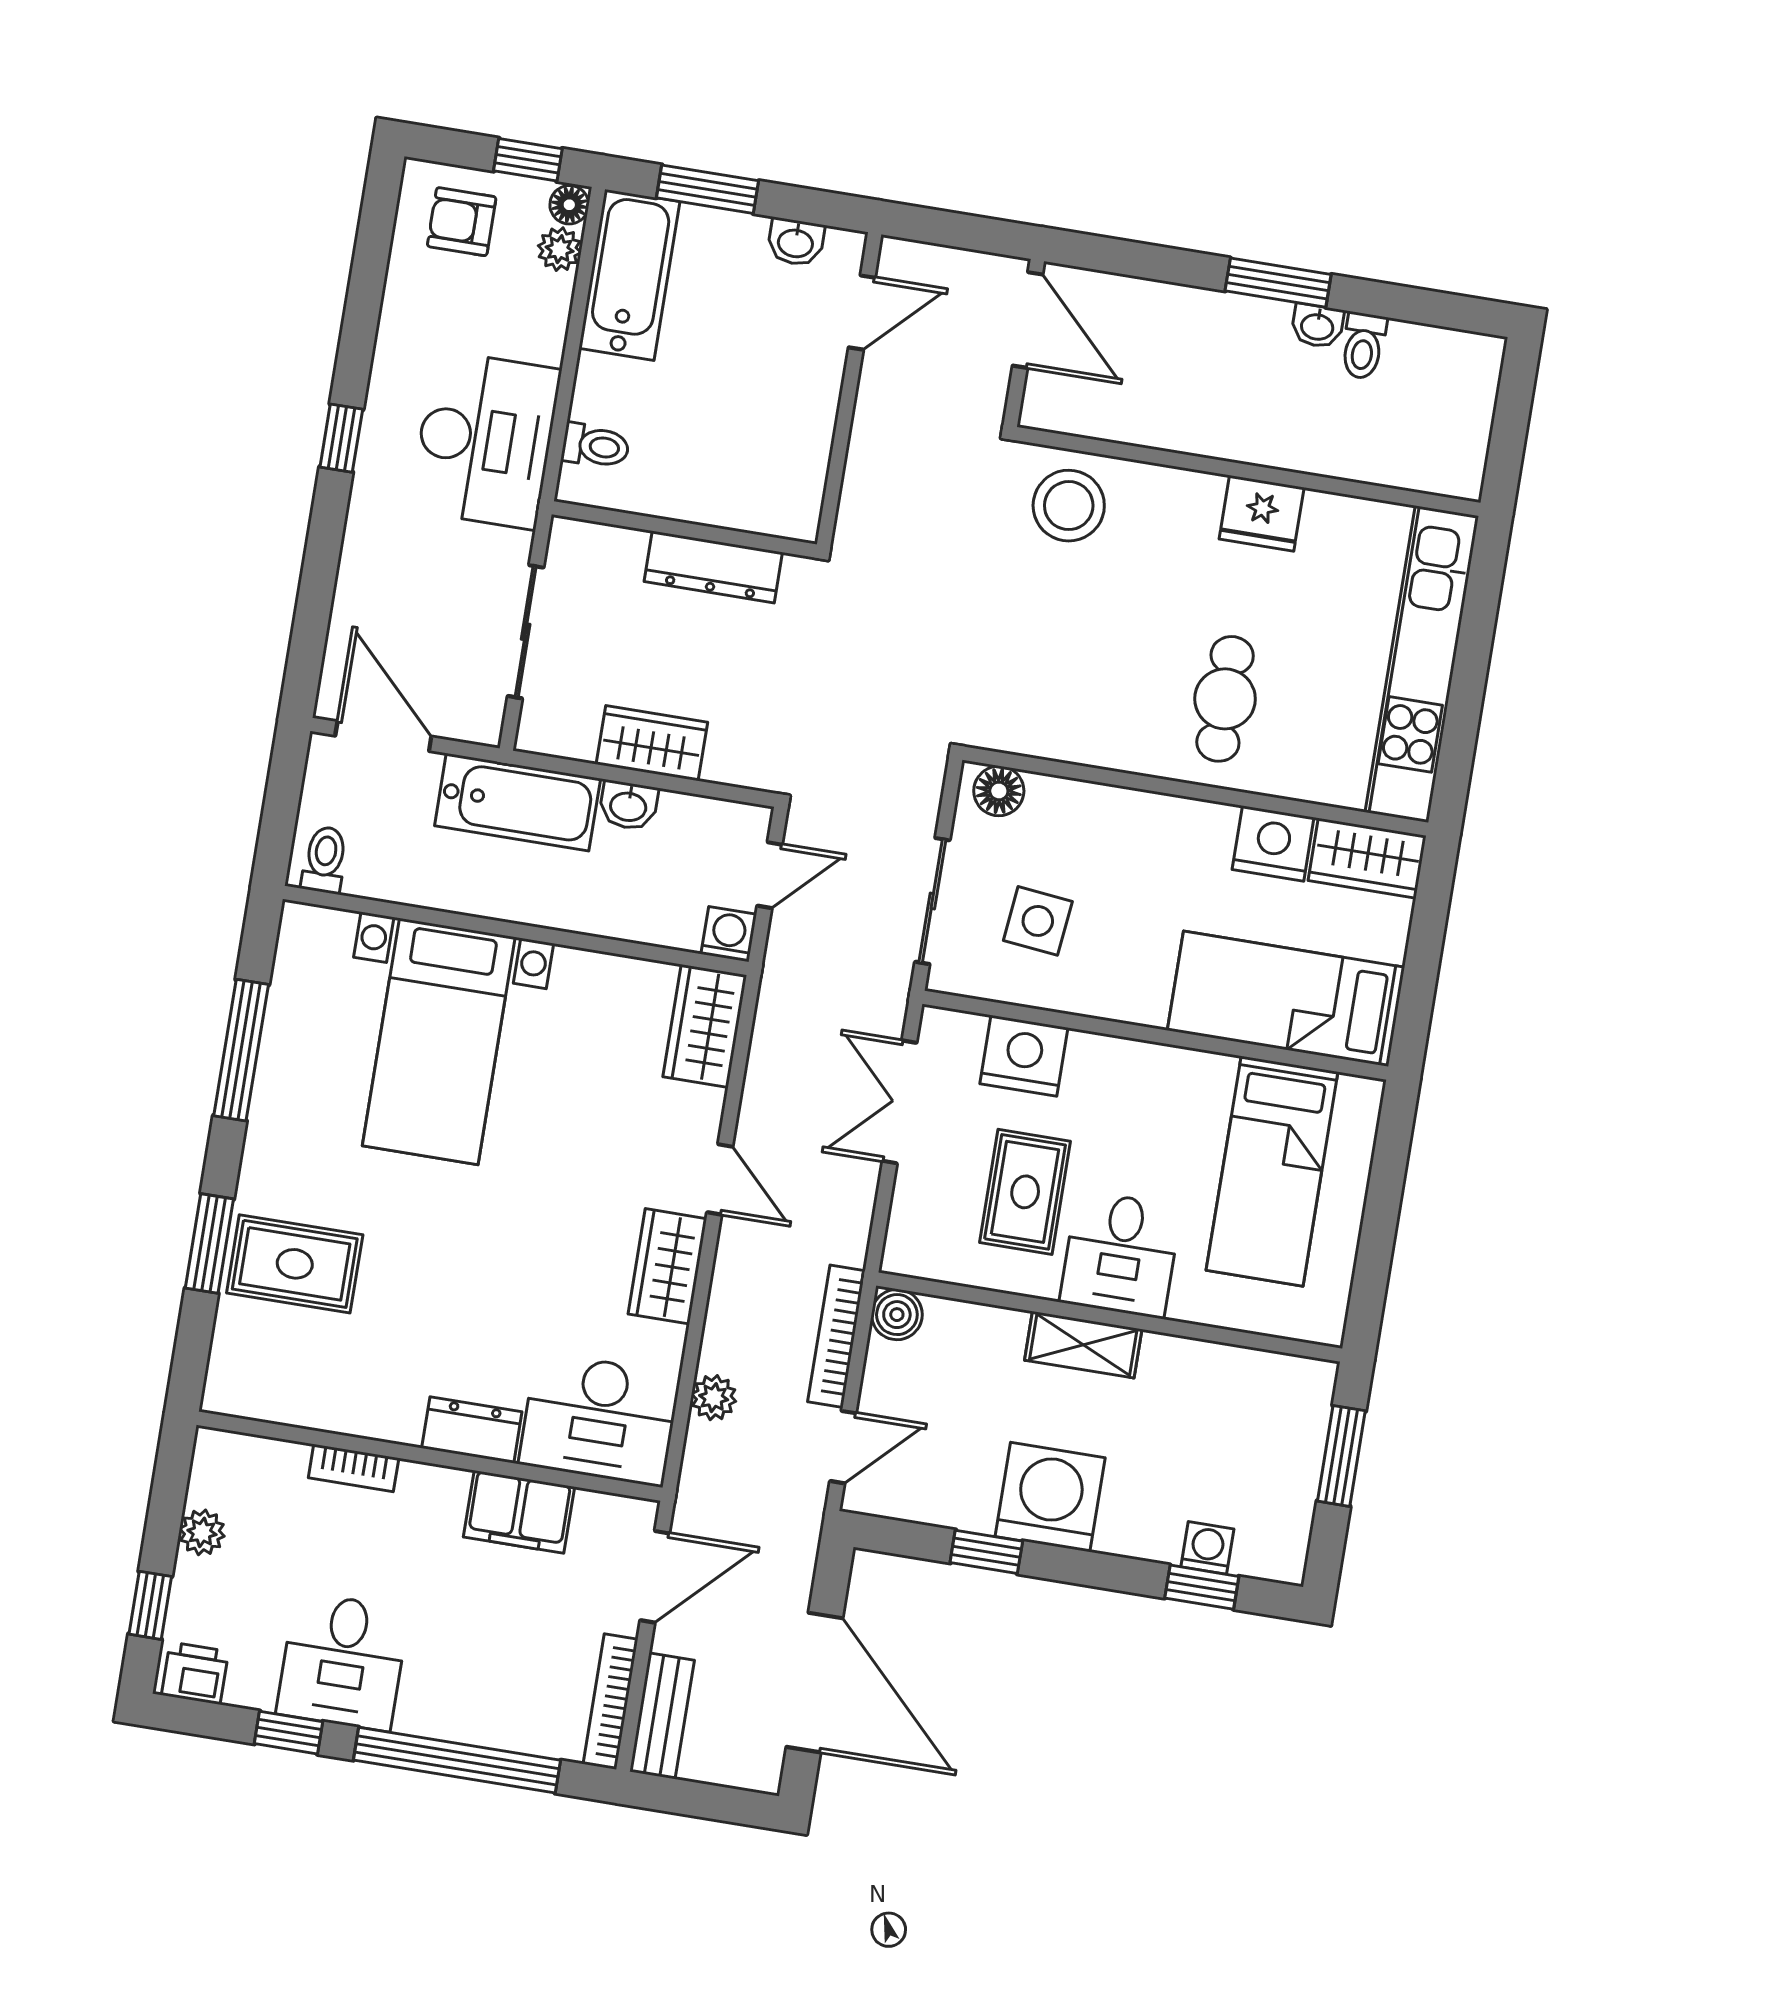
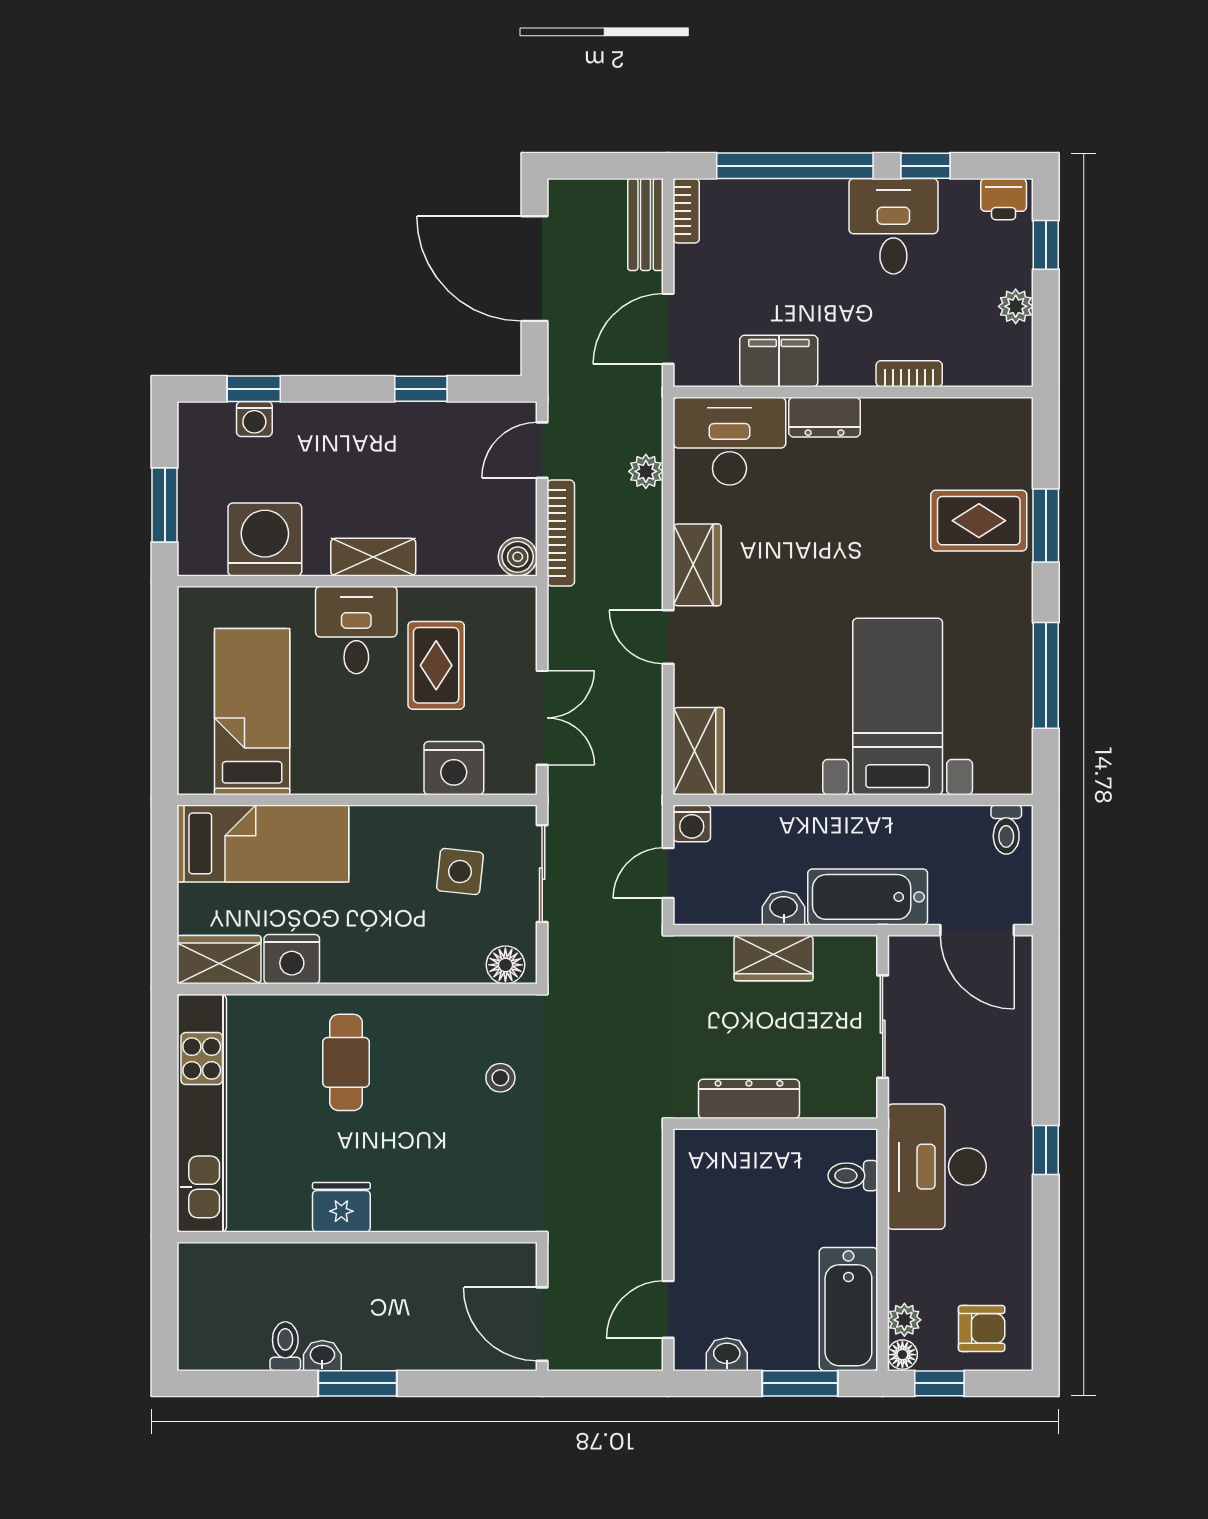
stool: (1069, 506) -> (500, 1078), moved, width x0.53, depth x0.53
washing machine: (1050, 1497) -> (265, 539), moved, turned 180
bookcase: (610, 1702) -> (686, 211), width x0.64

